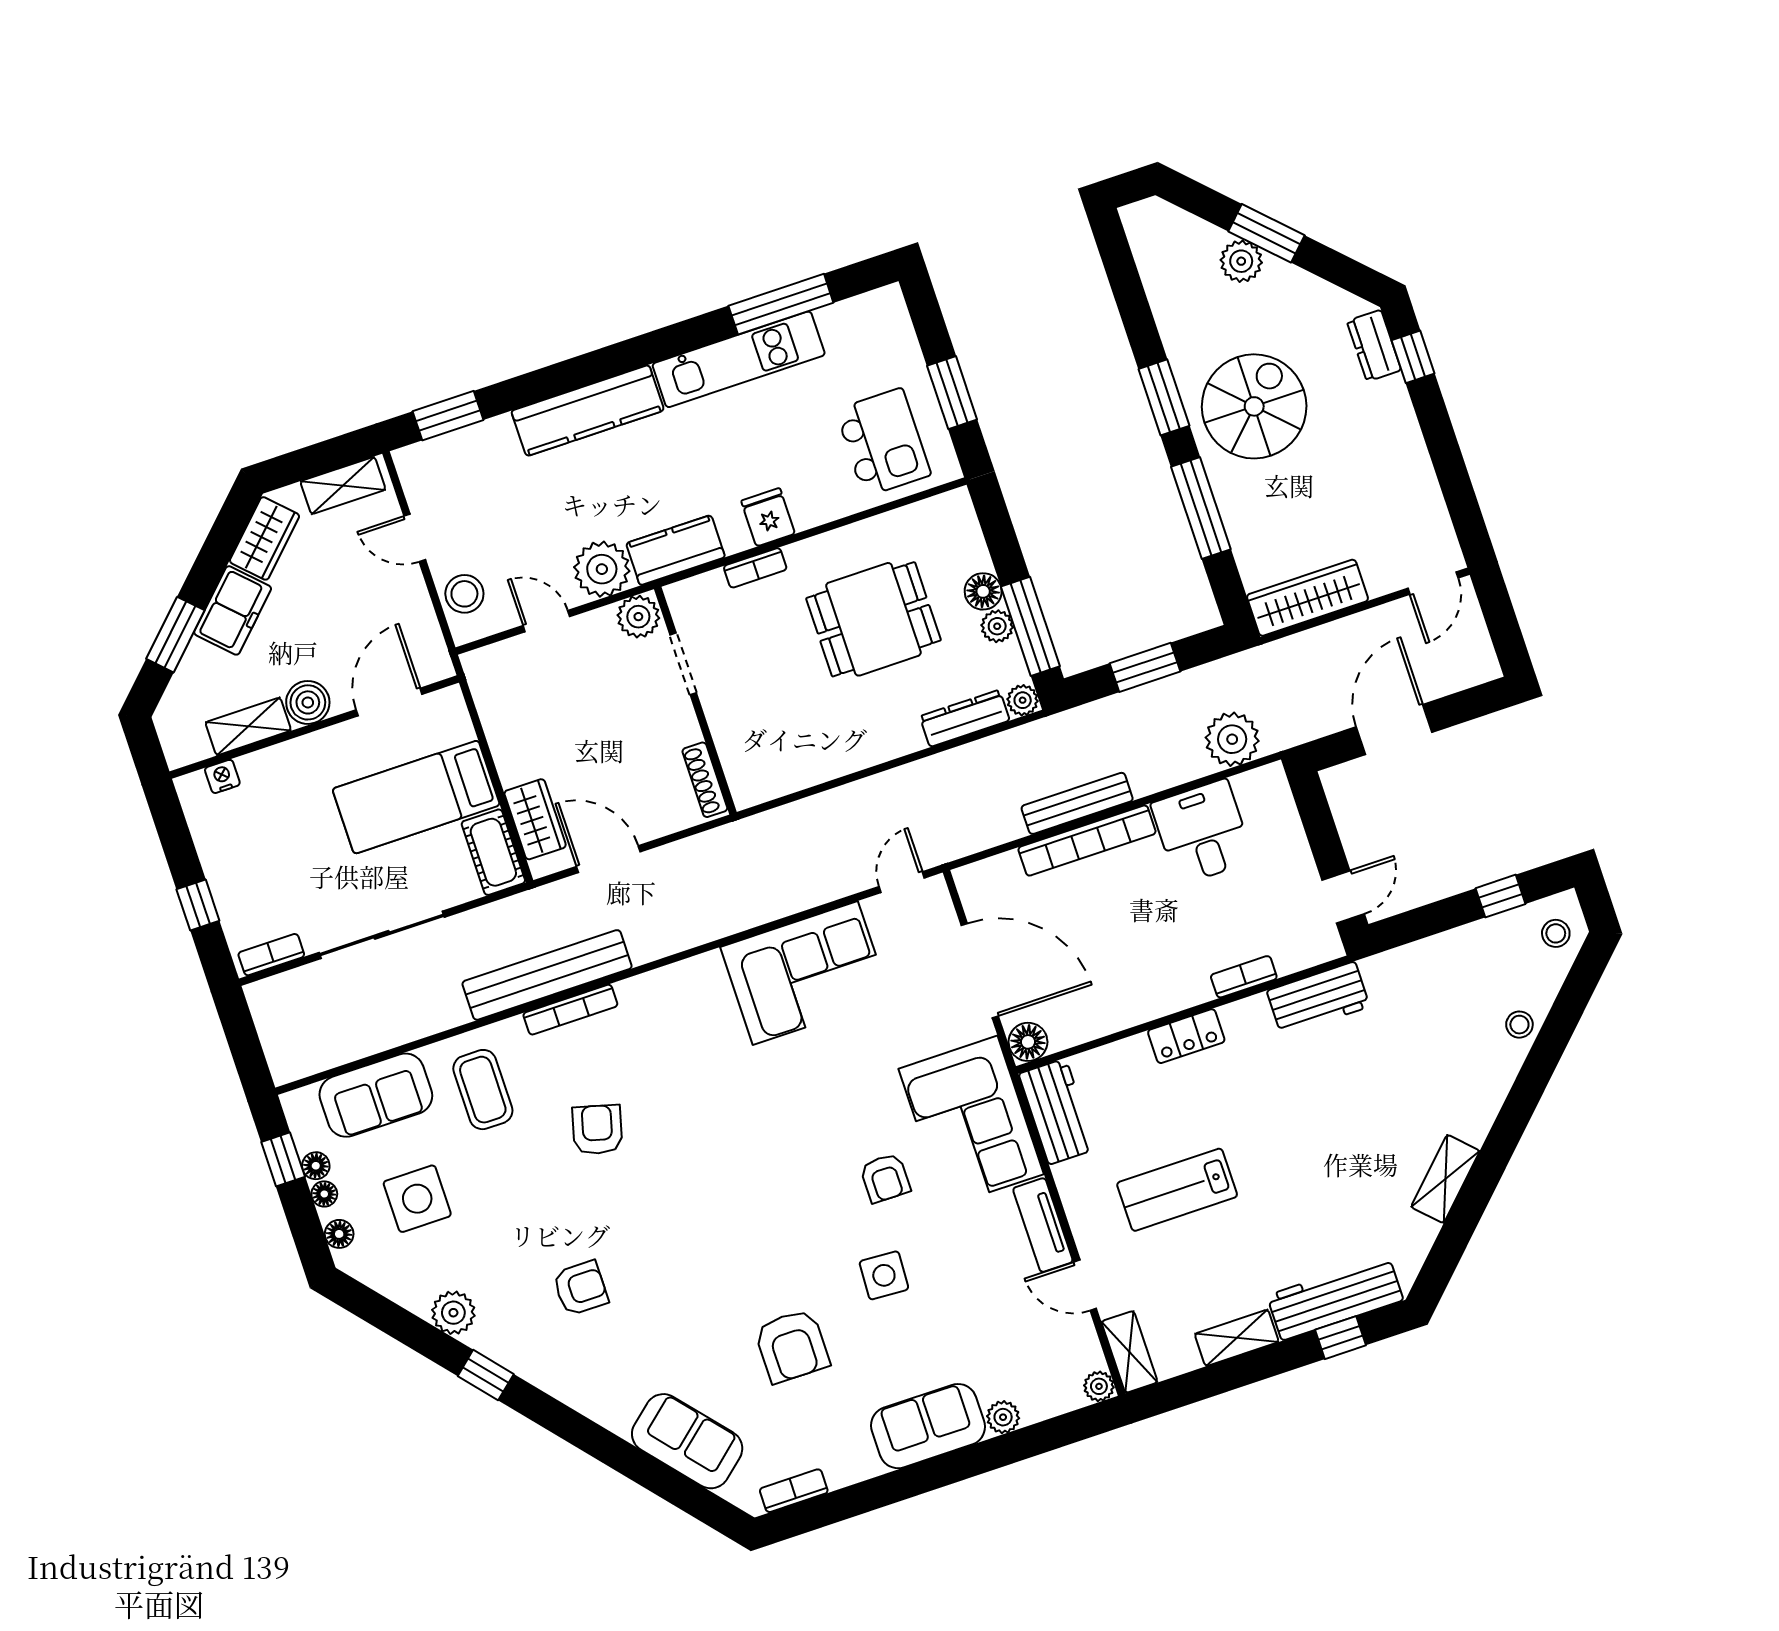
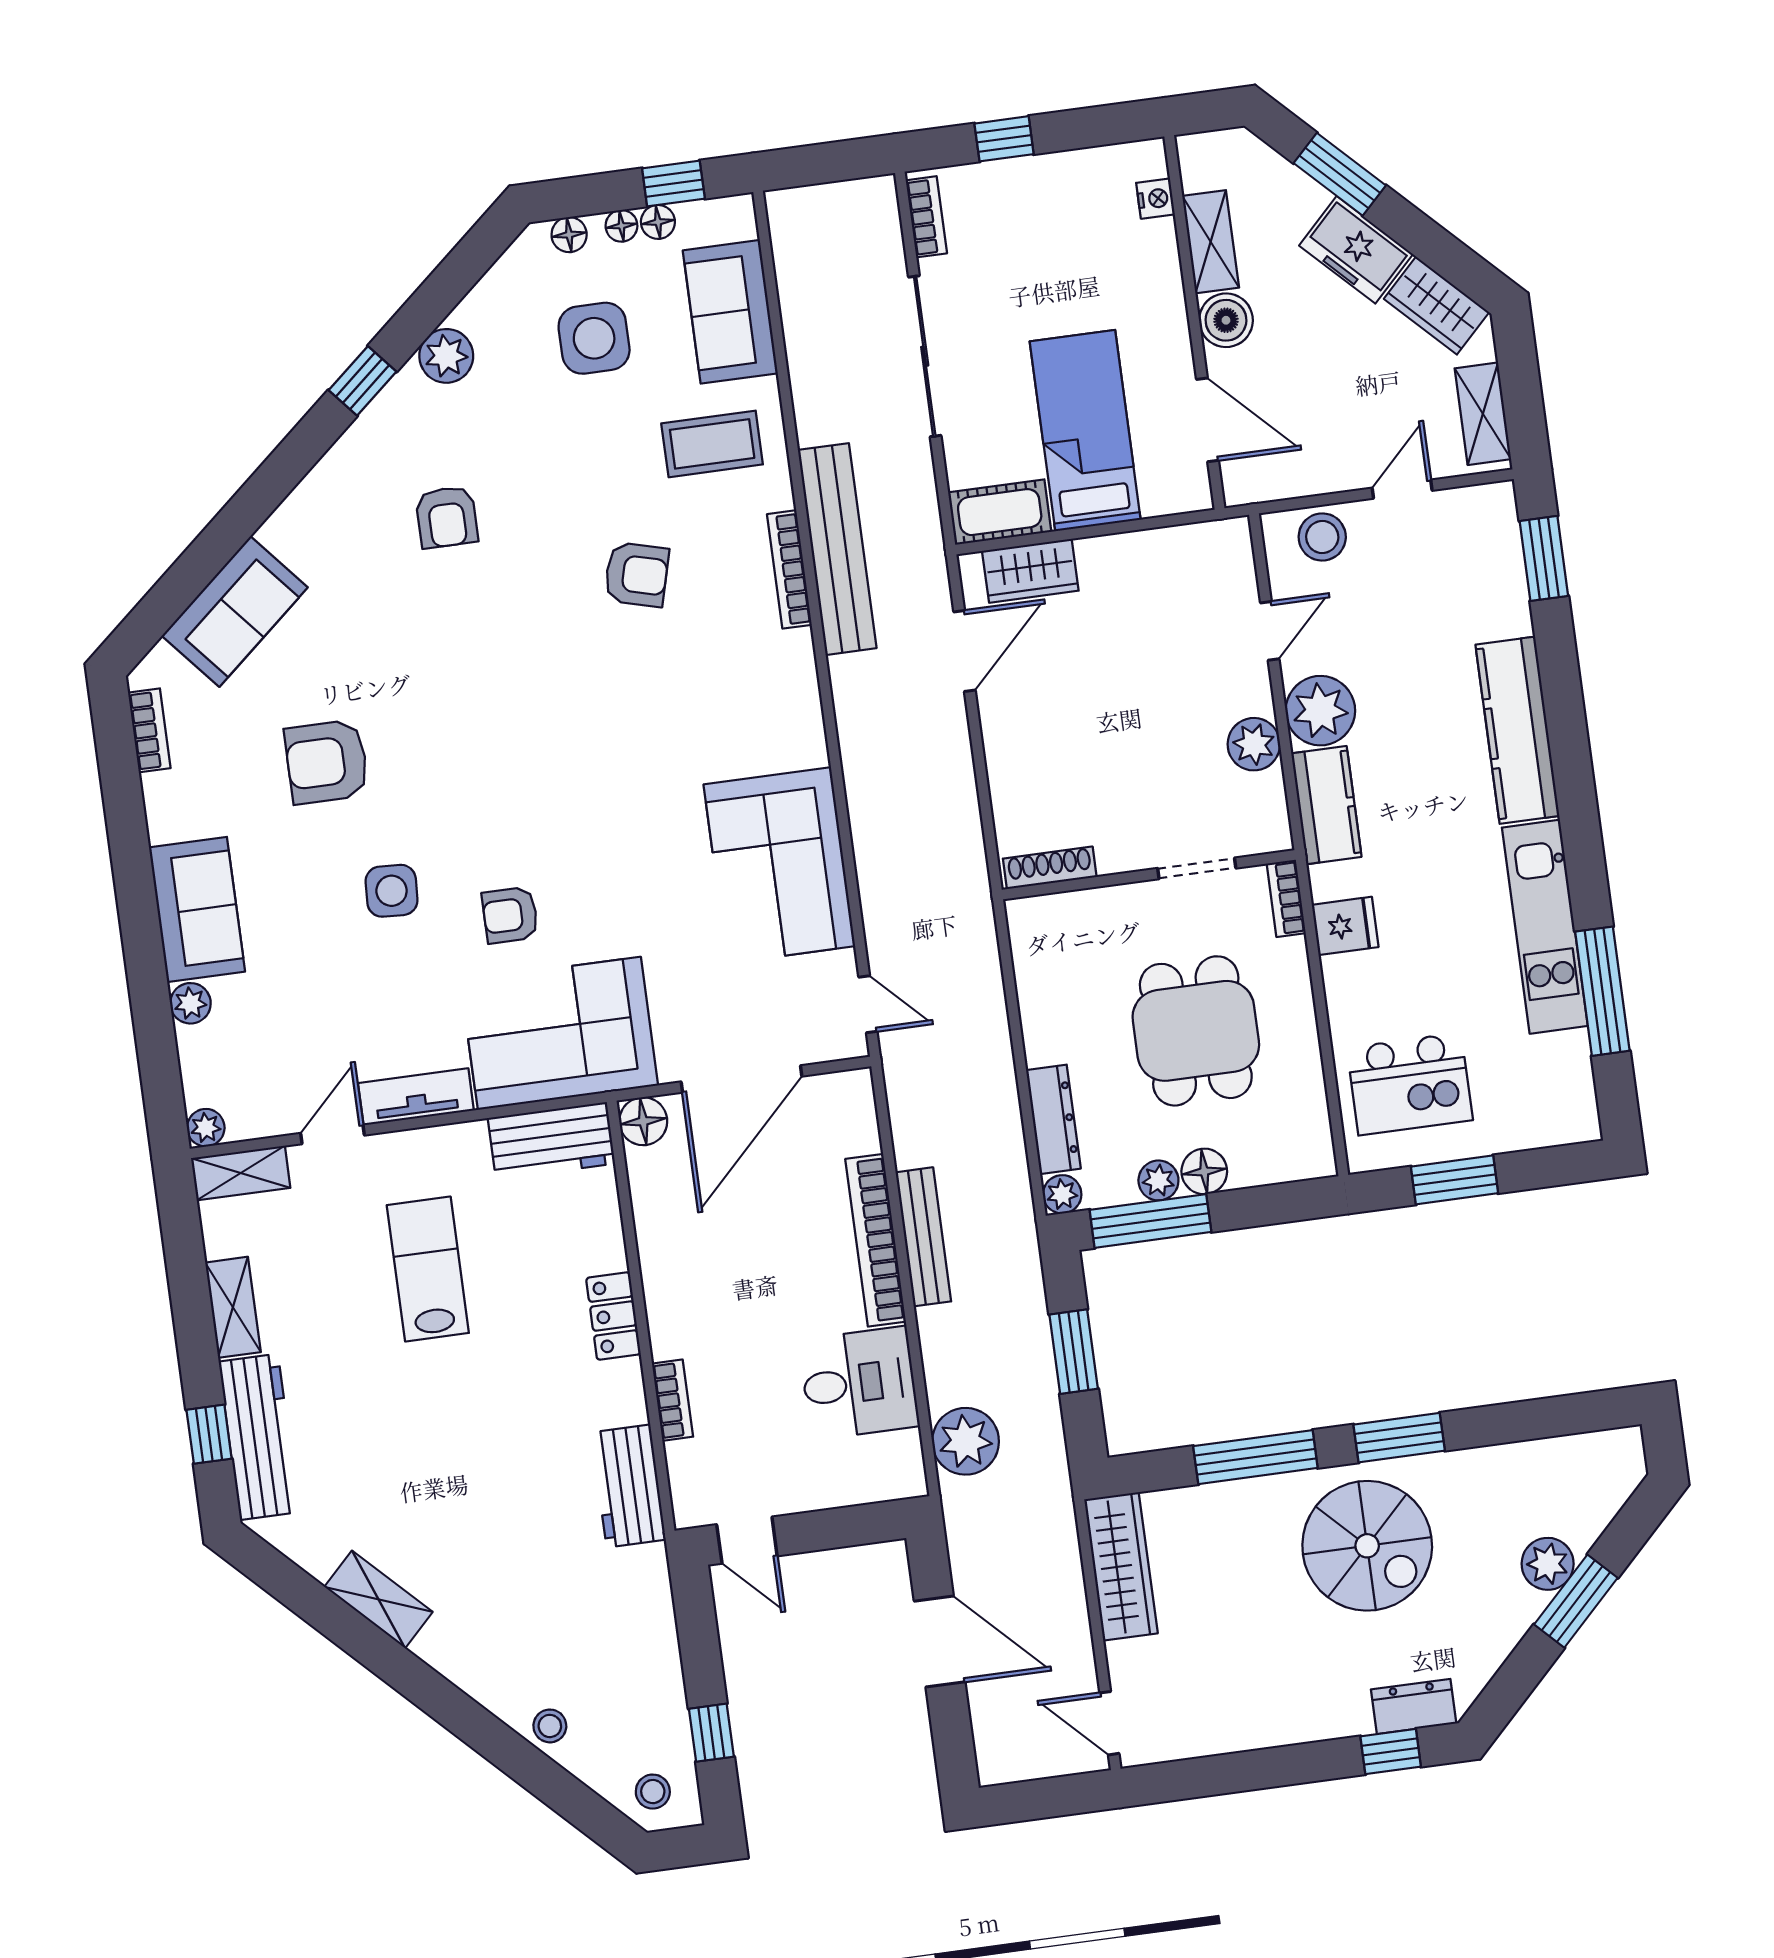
doorway: (683, 664) -> (1197, 868), moved
wall: (695, 701) -> (1149, 875), moved
shoe rack: (705, 780) -> (1050, 868), moved

